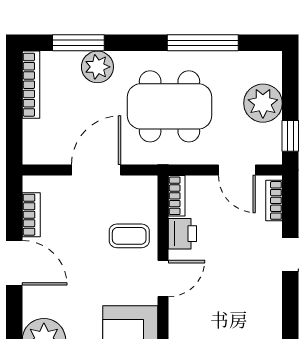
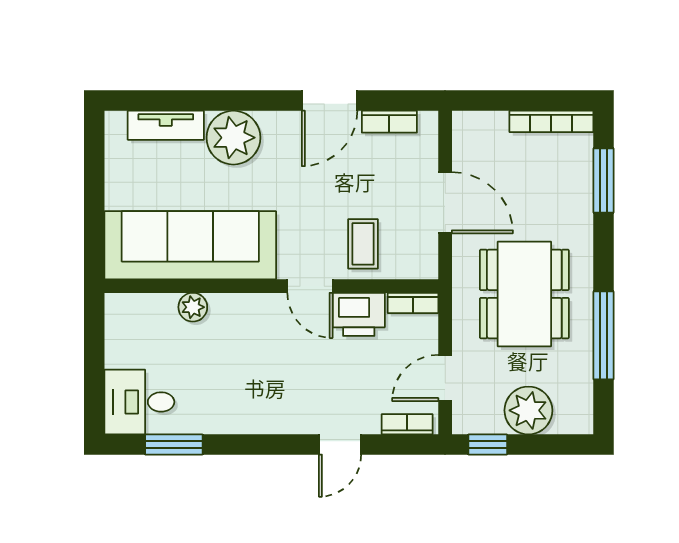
plant: (97, 67) -> (574, 204), removed
printer: (182, 234) -> (359, 314), width x1.36, depth x1.24

